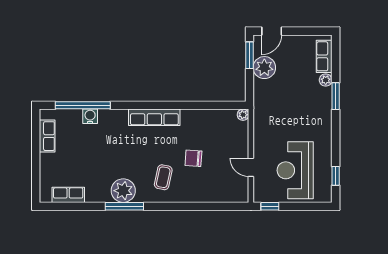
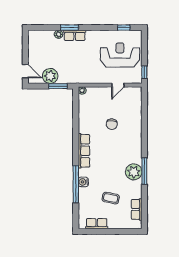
window: (249, 55) -> (58, 86), moved
row of seats: (324, 56) -> (75, 35), moved
window: (83, 105) -> (76, 184), moved
water cooler: (90, 116) -> (83, 182), moved
reception desk: (295, 170) -> (120, 55), turned 180
coffee table: (163, 177) -> (111, 198), moved

